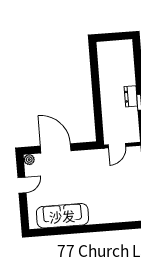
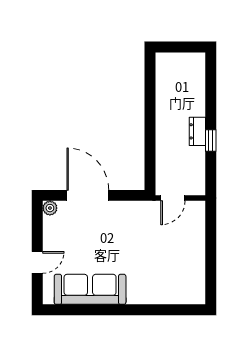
door: (22, 185) -> (37, 262), moved

